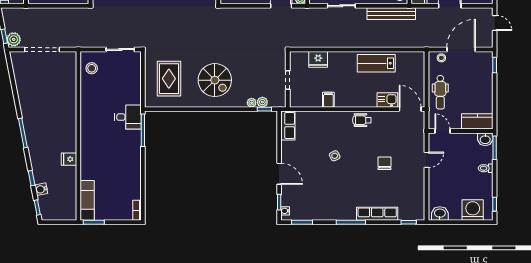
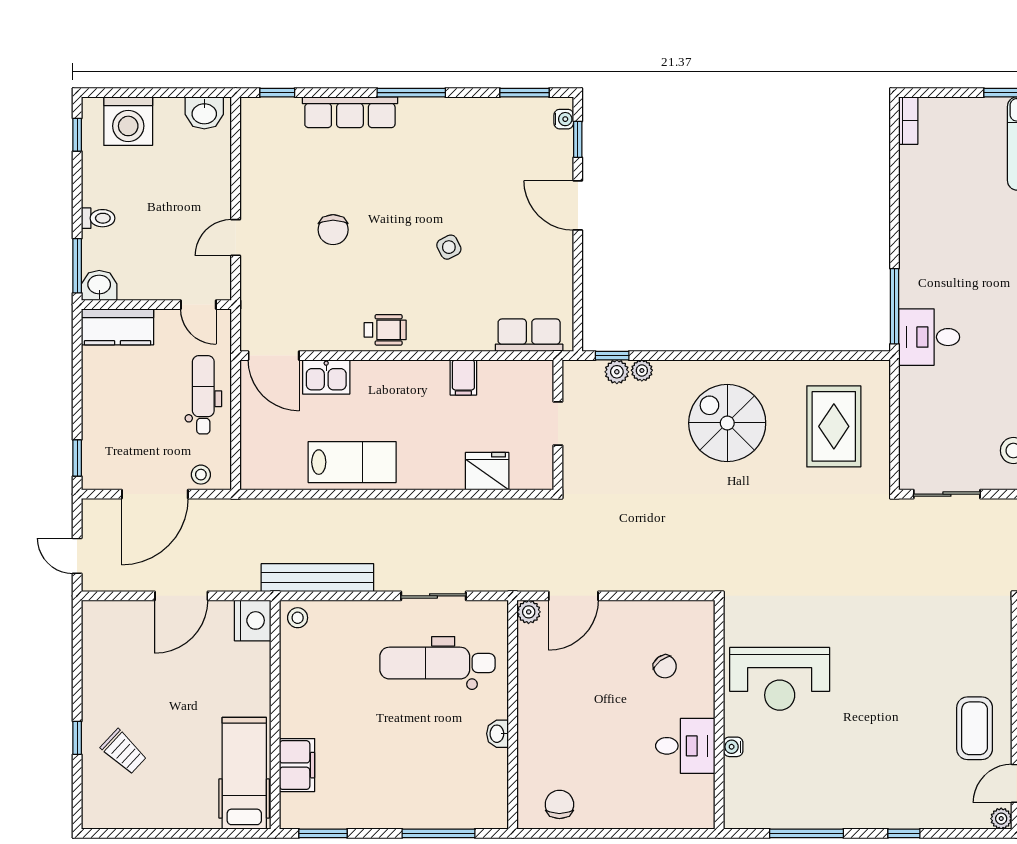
row of seats: (288, 125) -> (529, 335), moved, turned 90

